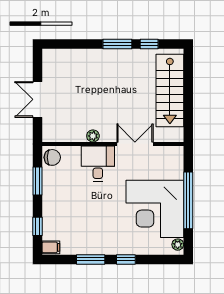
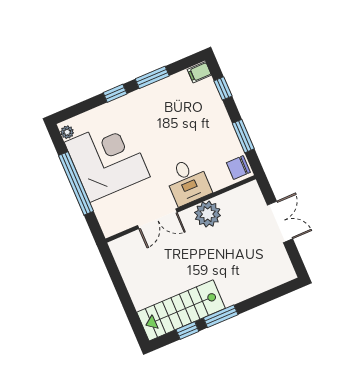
stairs: (170, 91) -> (181, 310), moved, turned -90
plant: (93, 136) -> (208, 214), width x1.88, depth x1.88

